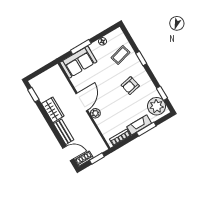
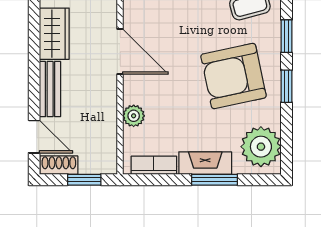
armchair: (130, 86) -> (234, 76), width x1.88, depth x1.88
window: (162, 93) -> (286, 86), moved
door: (82, 102) -> (120, 52), hinge flipped
plant: (95, 113) -> (134, 116), moved

